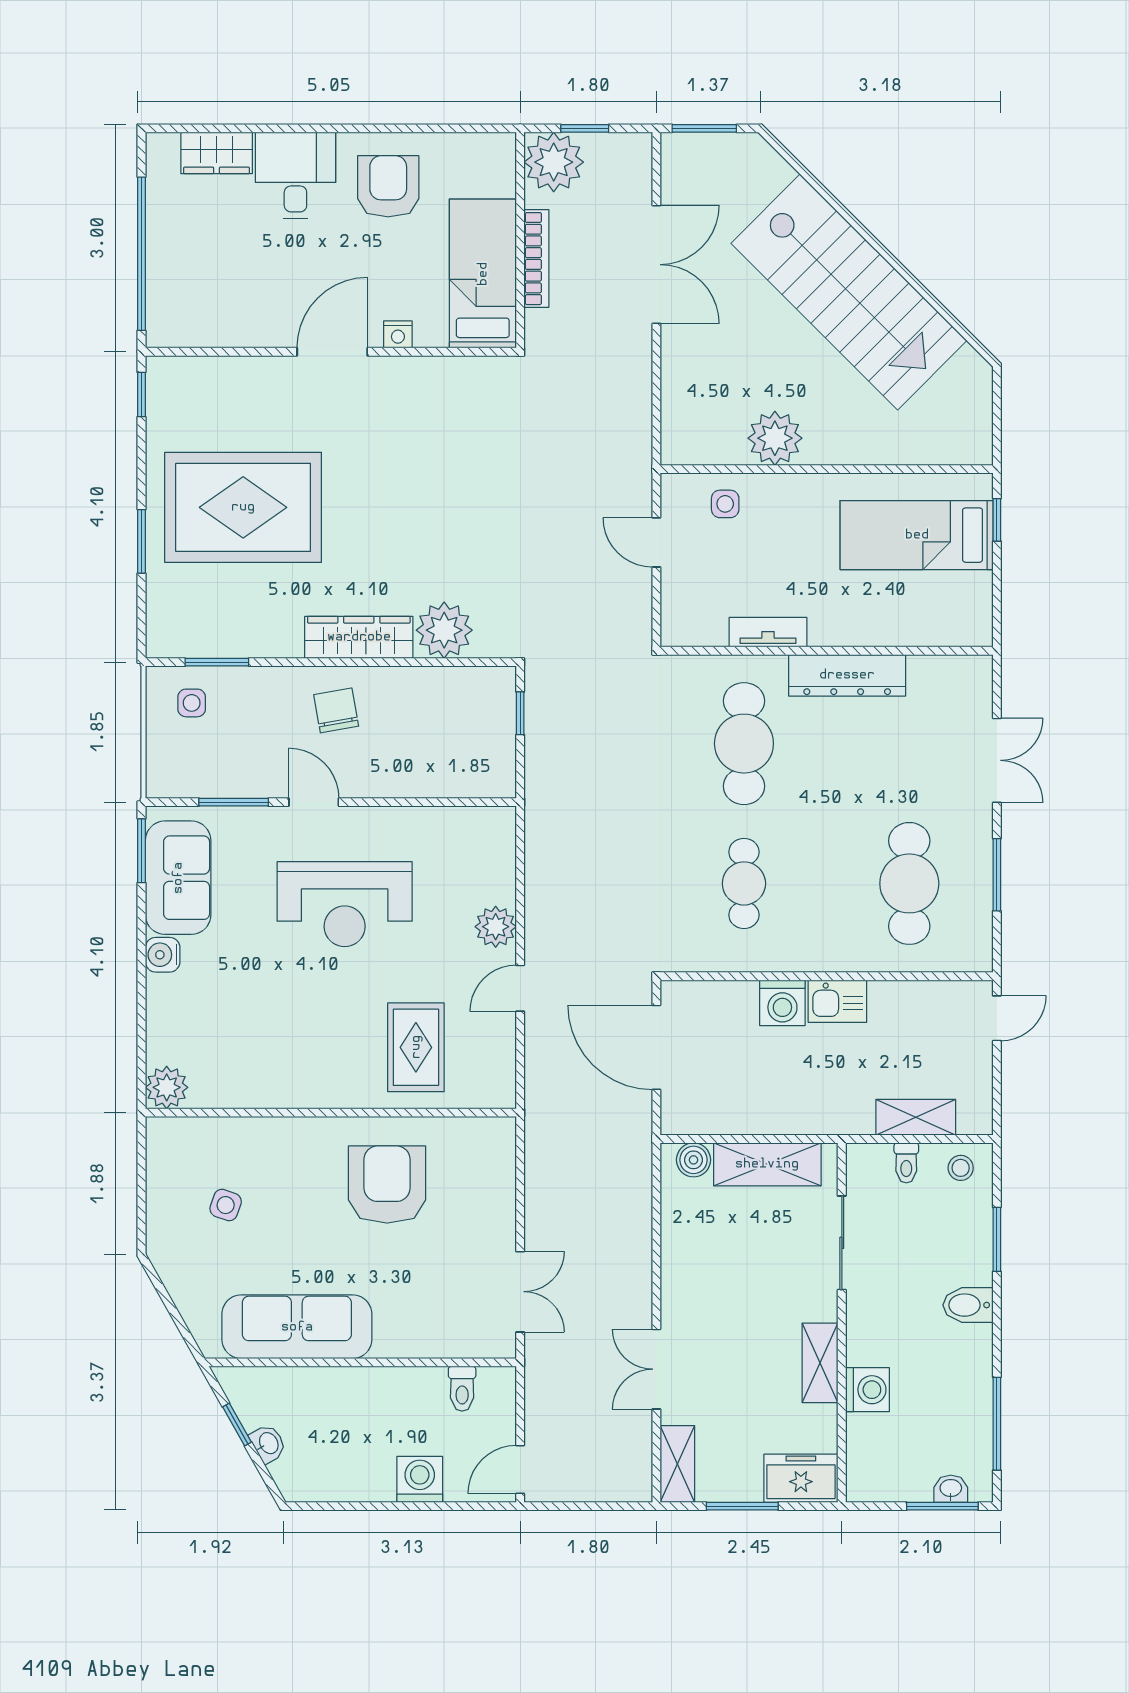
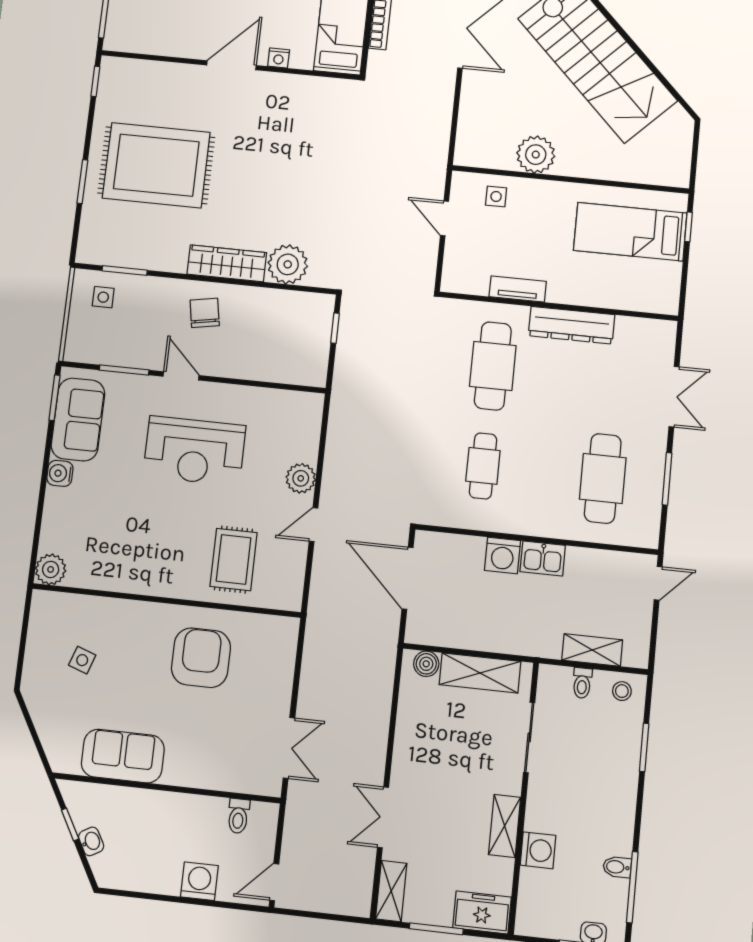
bidet: (968, 1305) -> (617, 867), moved, width x0.72, depth x0.74
sofa: (297, 1327) -> (123, 756), width x0.73

